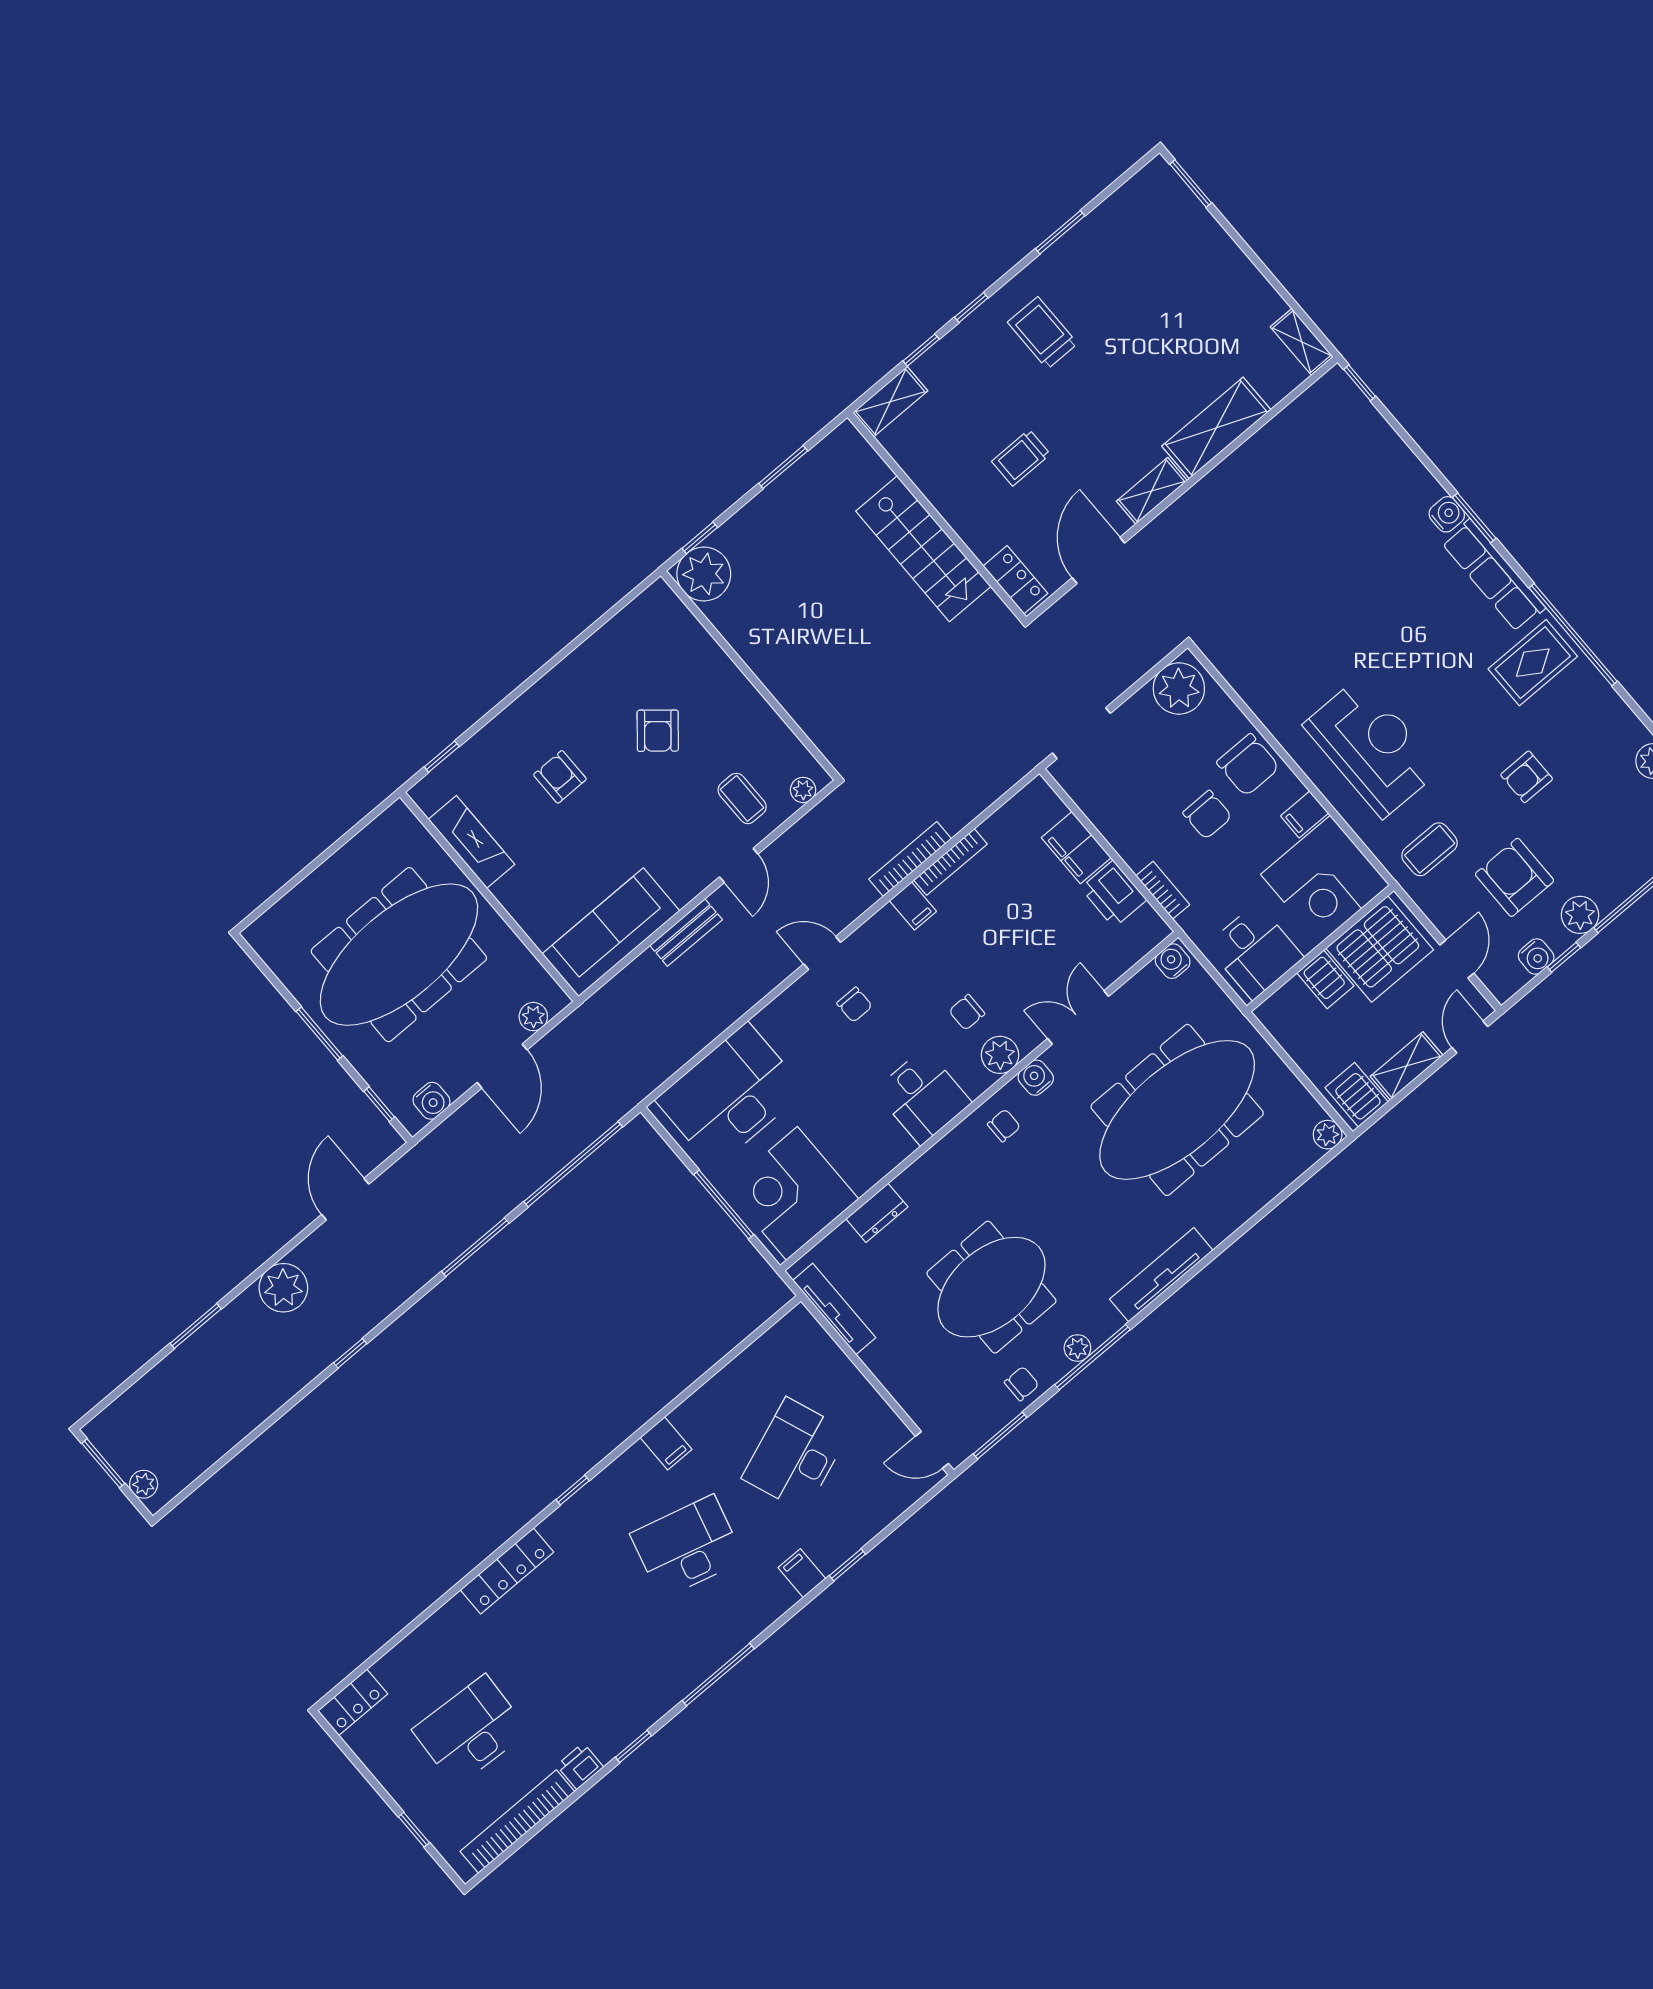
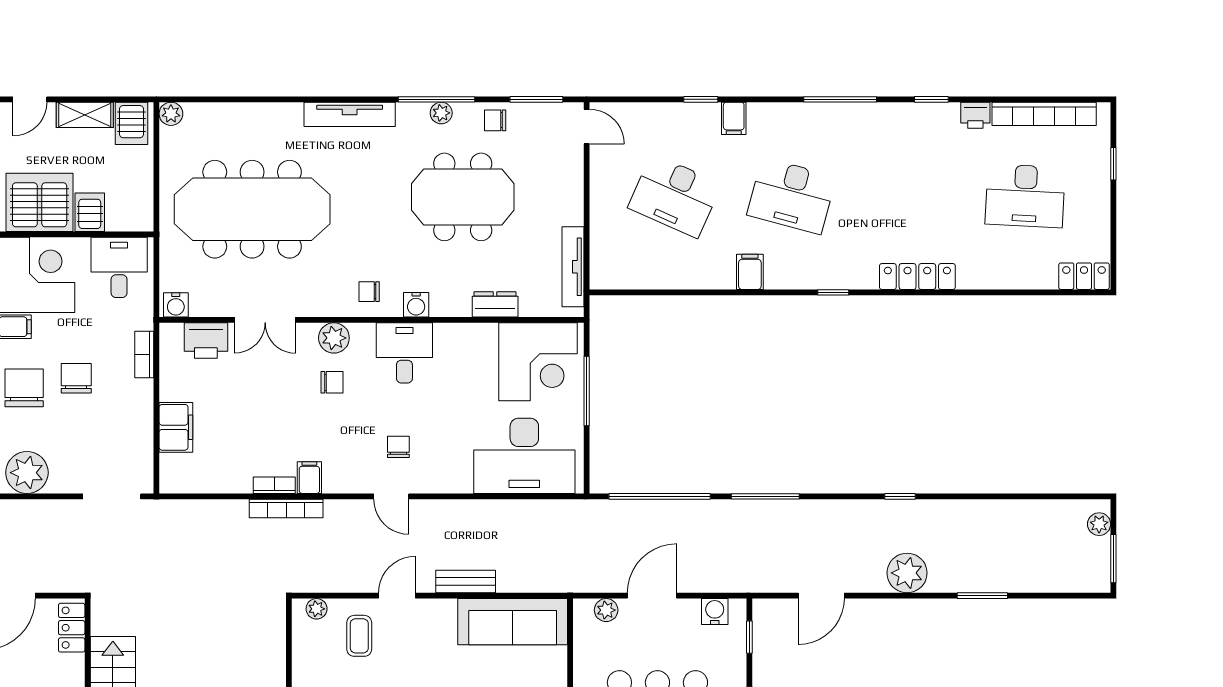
bookcase: (950, 862) -> (274, 485), width x0.64
printer: (1114, 894) -> (206, 341), moved, turned 90
water cooler: (1036, 1078) -> (416, 305), moved
desk: (796, 1455) -> (675, 196), turned 45

